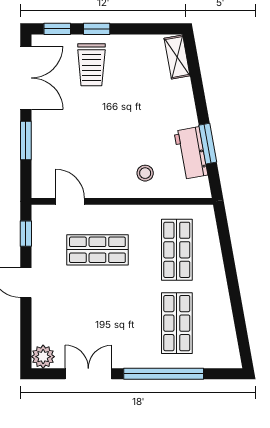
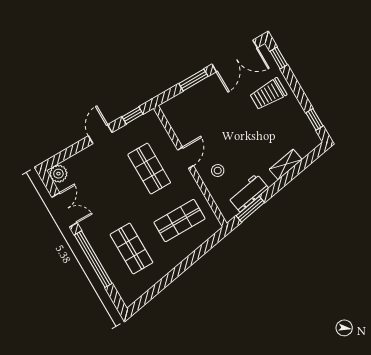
window: (97, 29) -> (314, 119), moved
shelving: (177, 57) -> (286, 164), moved
window: (208, 144) -> (250, 209), moved
door: (70, 201) -> (185, 158), moved
shop shelf: (177, 323) -> (131, 248), turned 90

